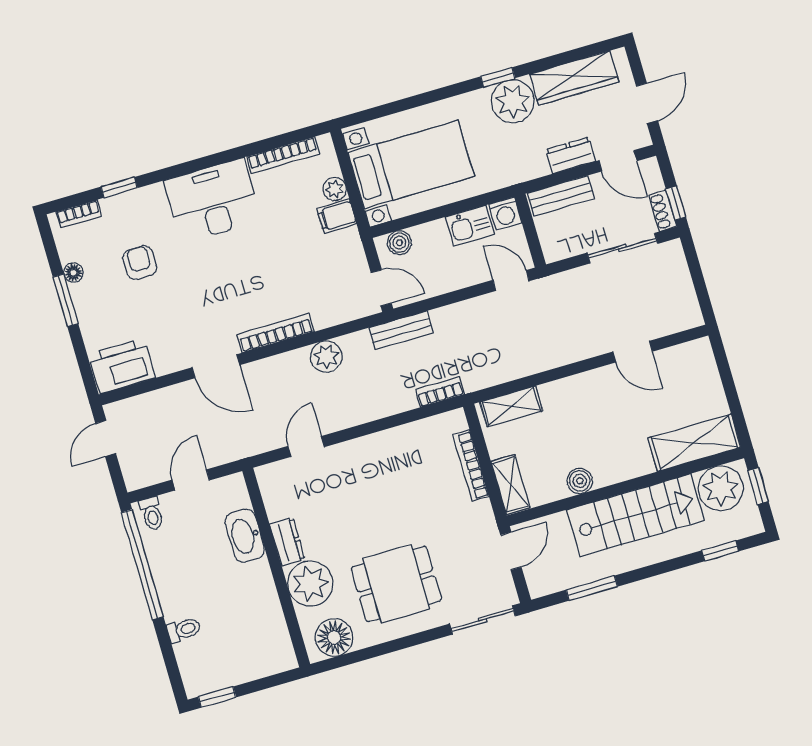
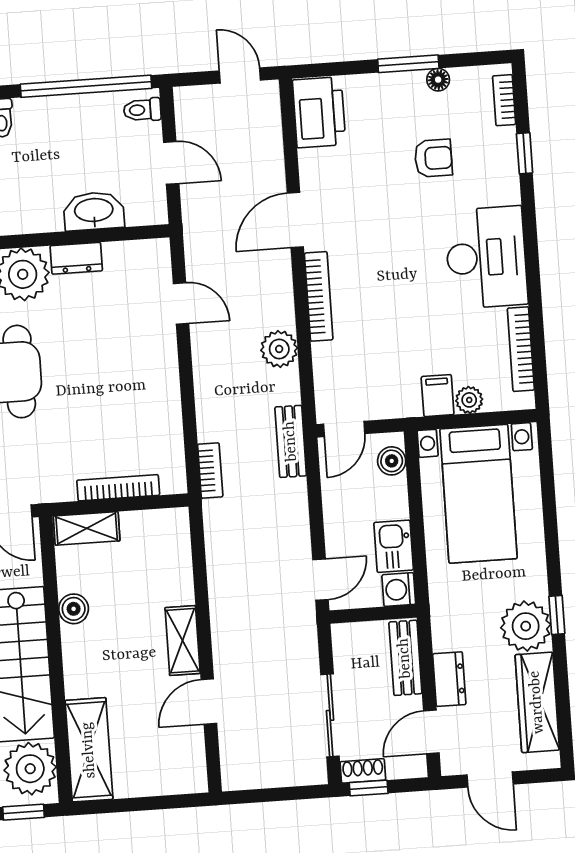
shelving: (511, 406) -> (183, 641), moved

